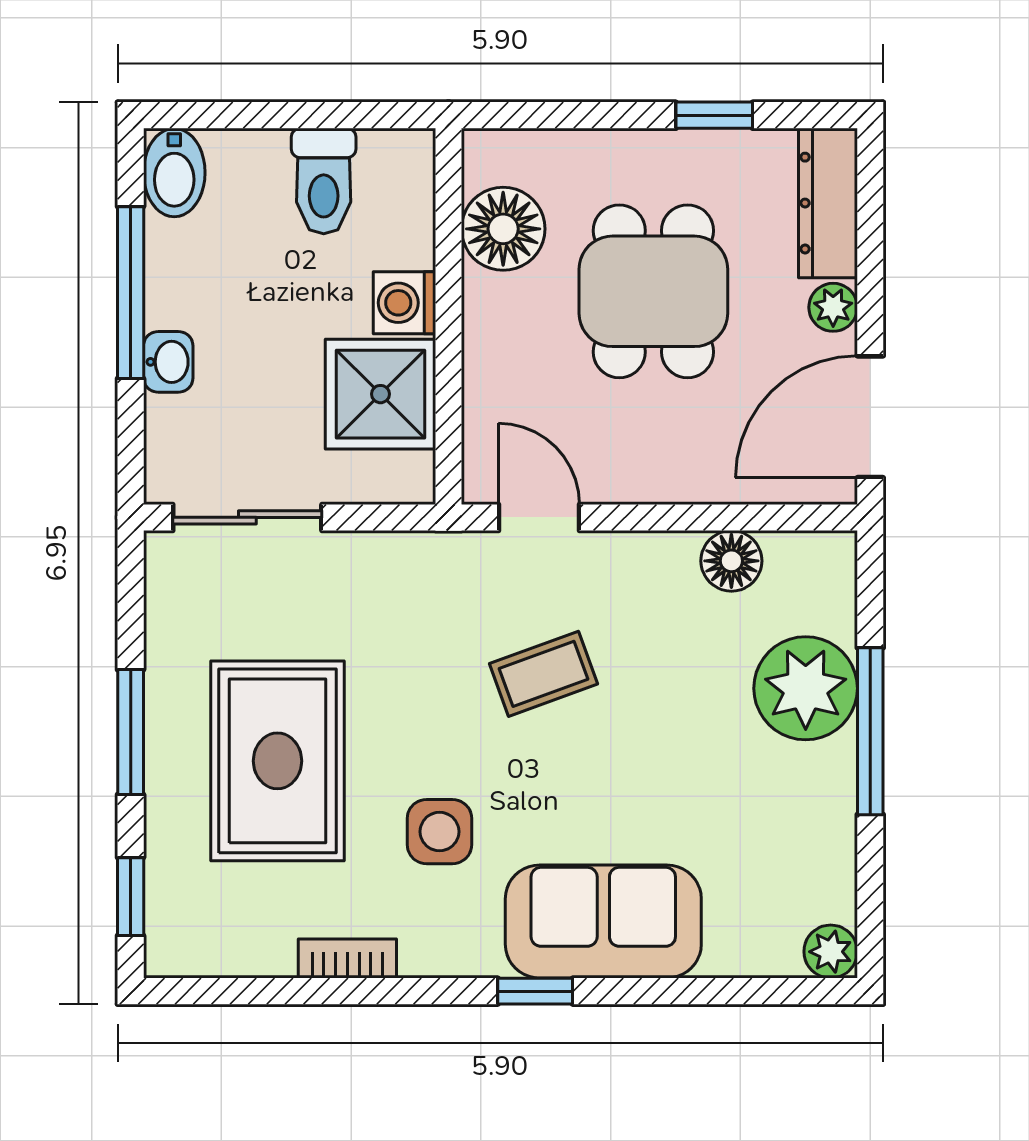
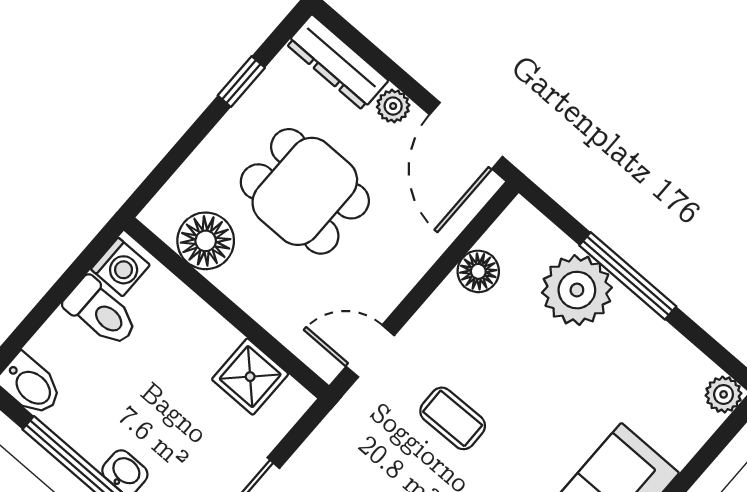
washing machine: (404, 303) -> (120, 267), moved, turned -90
shower: (380, 394) -> (250, 377), width x0.73, depth x0.73
coffee table: (543, 674) -> (453, 418), turned -71

